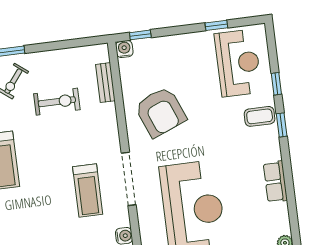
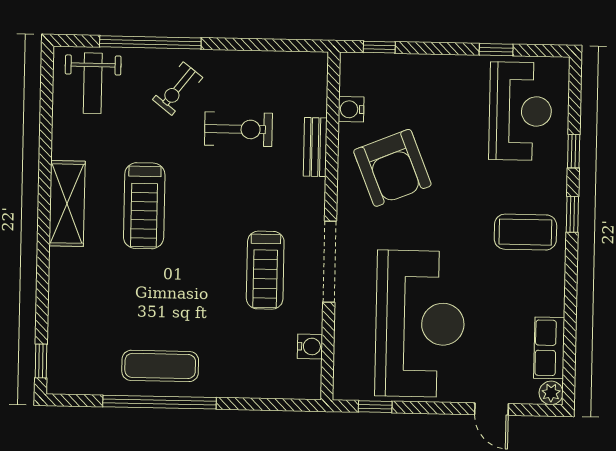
water cooler: (124, 49) -> (351, 109), moved, turned -90
bench: (105, 83) -> (315, 147), moved
coffee table: (260, 116) -> (525, 232), moved, width x1.36, depth x1.30
row of seats: (275, 182) -> (549, 348), moved

